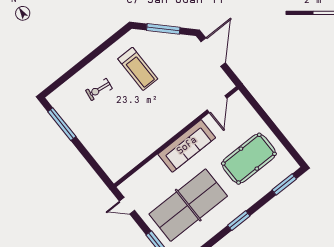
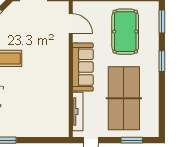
tv unit: (143, 173) -> (78, 111), added
window: (239, 221) -> (162, 61), moved

